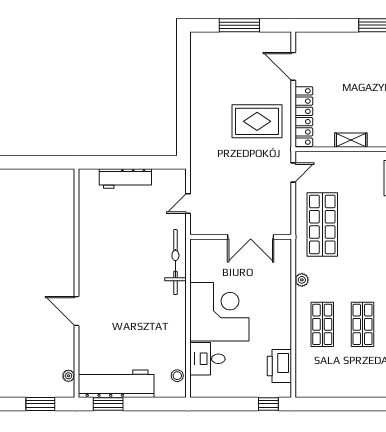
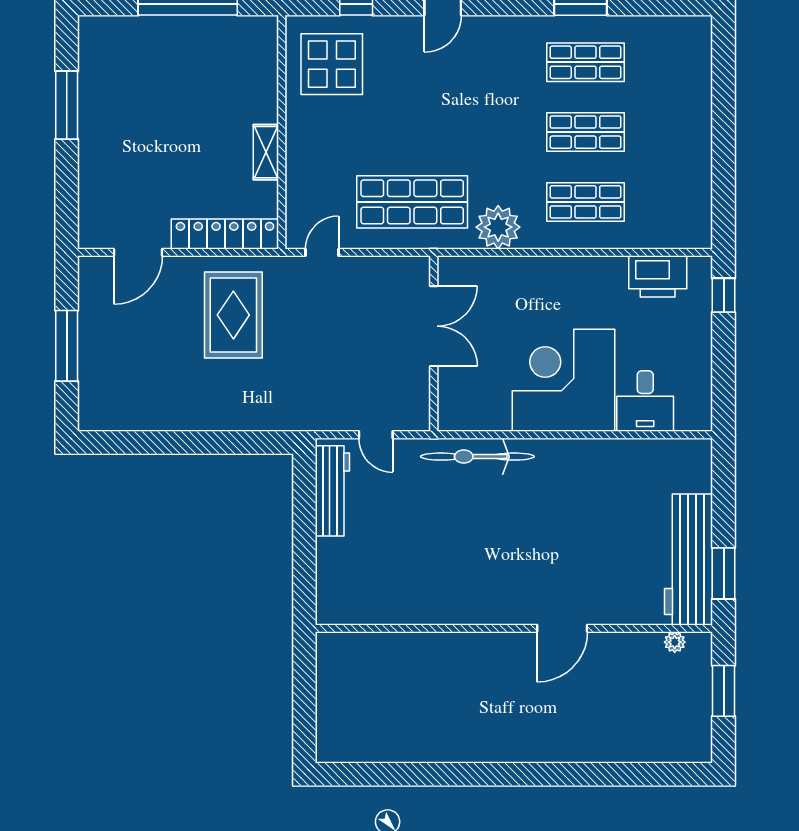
door: (293, 172) -> (322, 252), hinge flipped
workbench: (125, 178) -> (332, 491), moved
plant: (302, 280) -> (498, 227), width x1.88, depth x1.88
stool: (177, 376) -> (674, 453), removed

